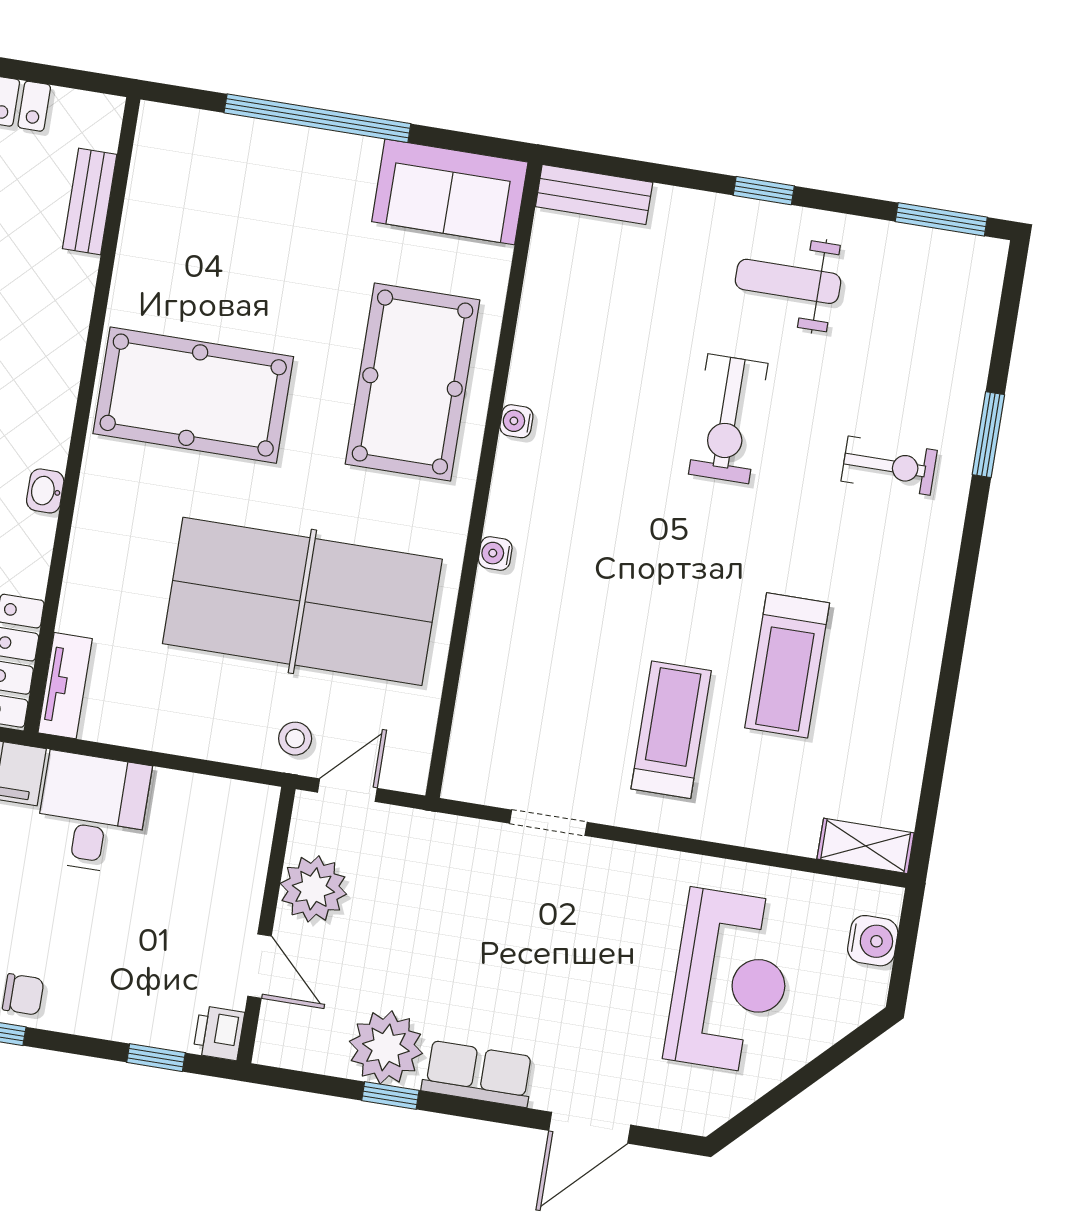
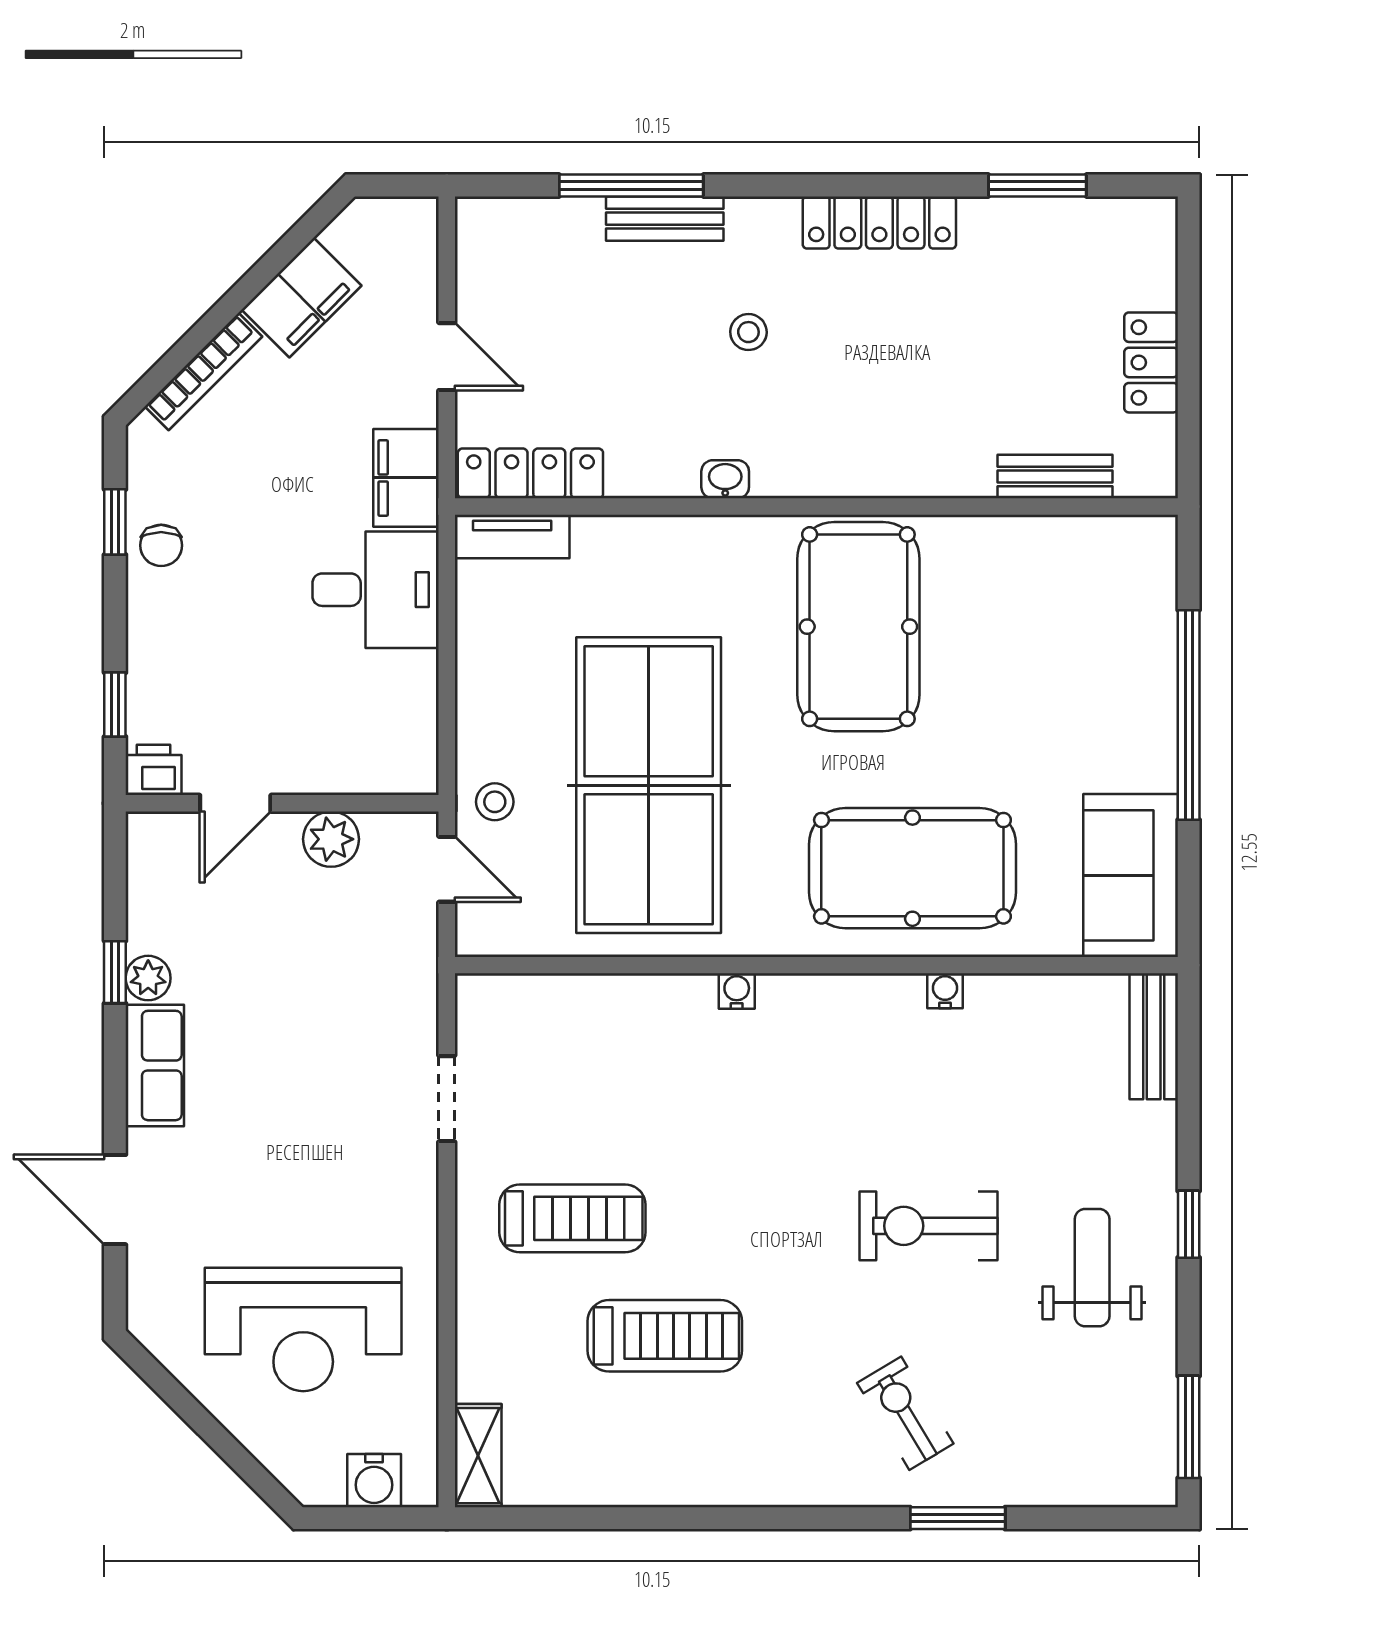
water cooler: (516, 421) -> (945, 991), moved
exercise bike: (889, 466) -> (905, 1413), turned 149
treadmill: (787, 665) -> (665, 1336), turned 180
plant: (313, 889) -> (331, 839), width x0.73, depth x0.73
plant: (386, 1047) -> (148, 978), width x0.53, depth x0.53

